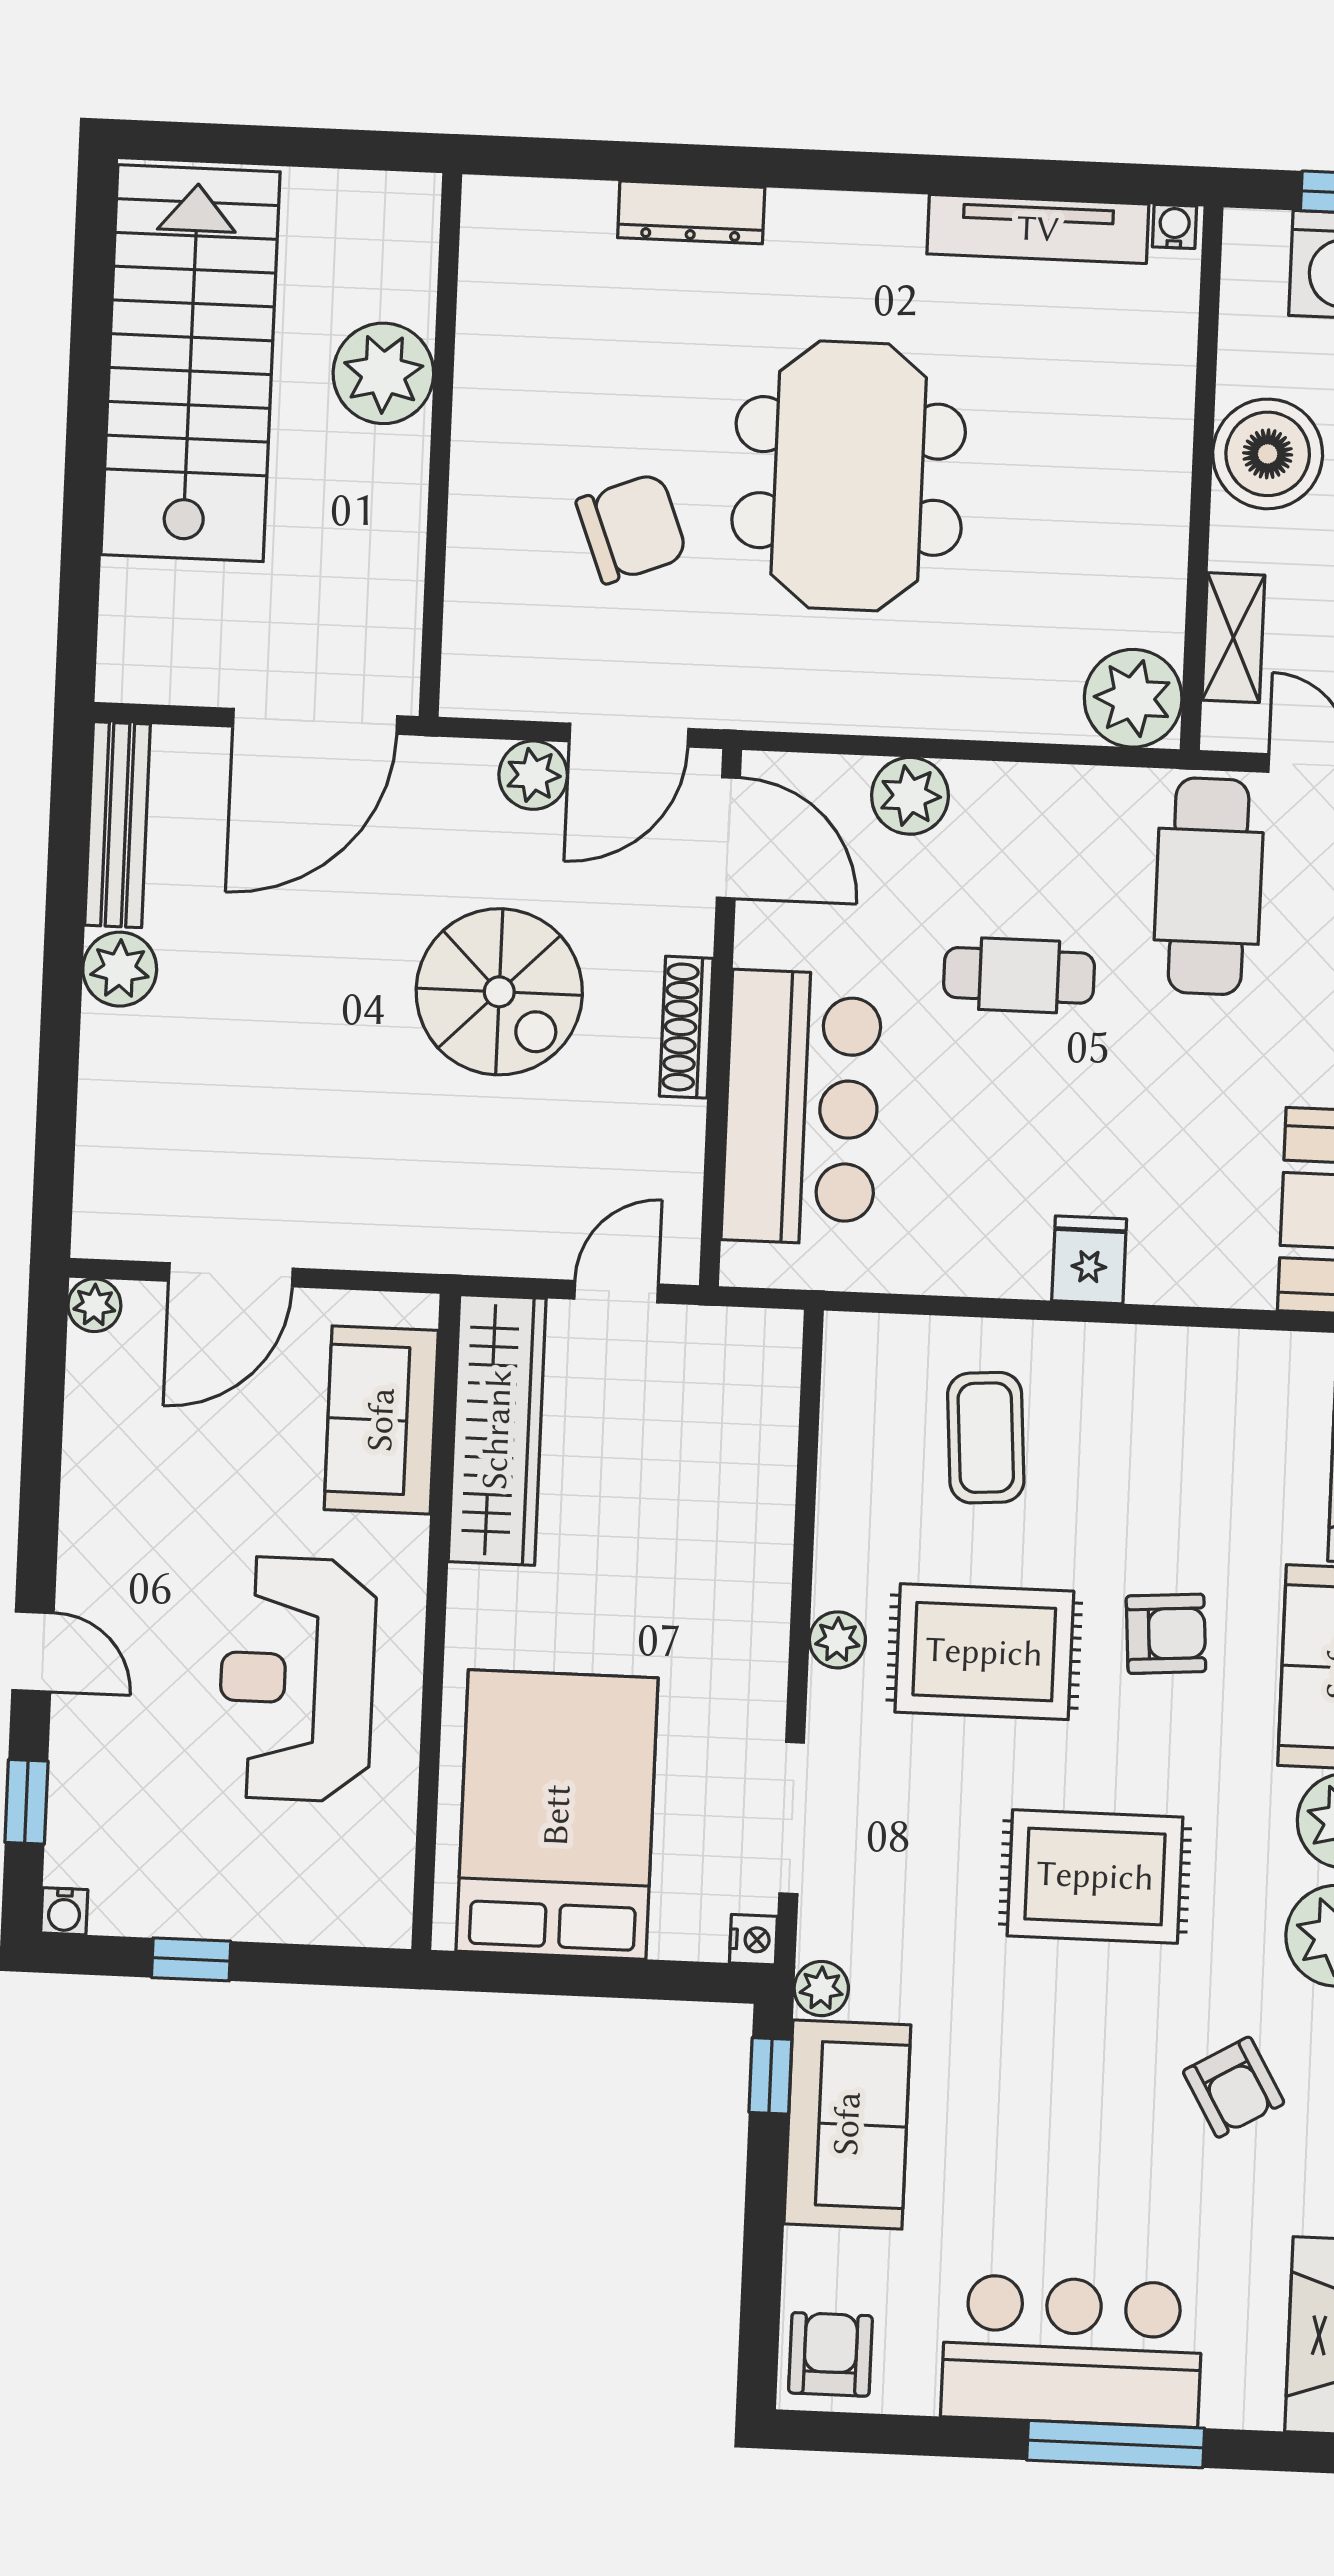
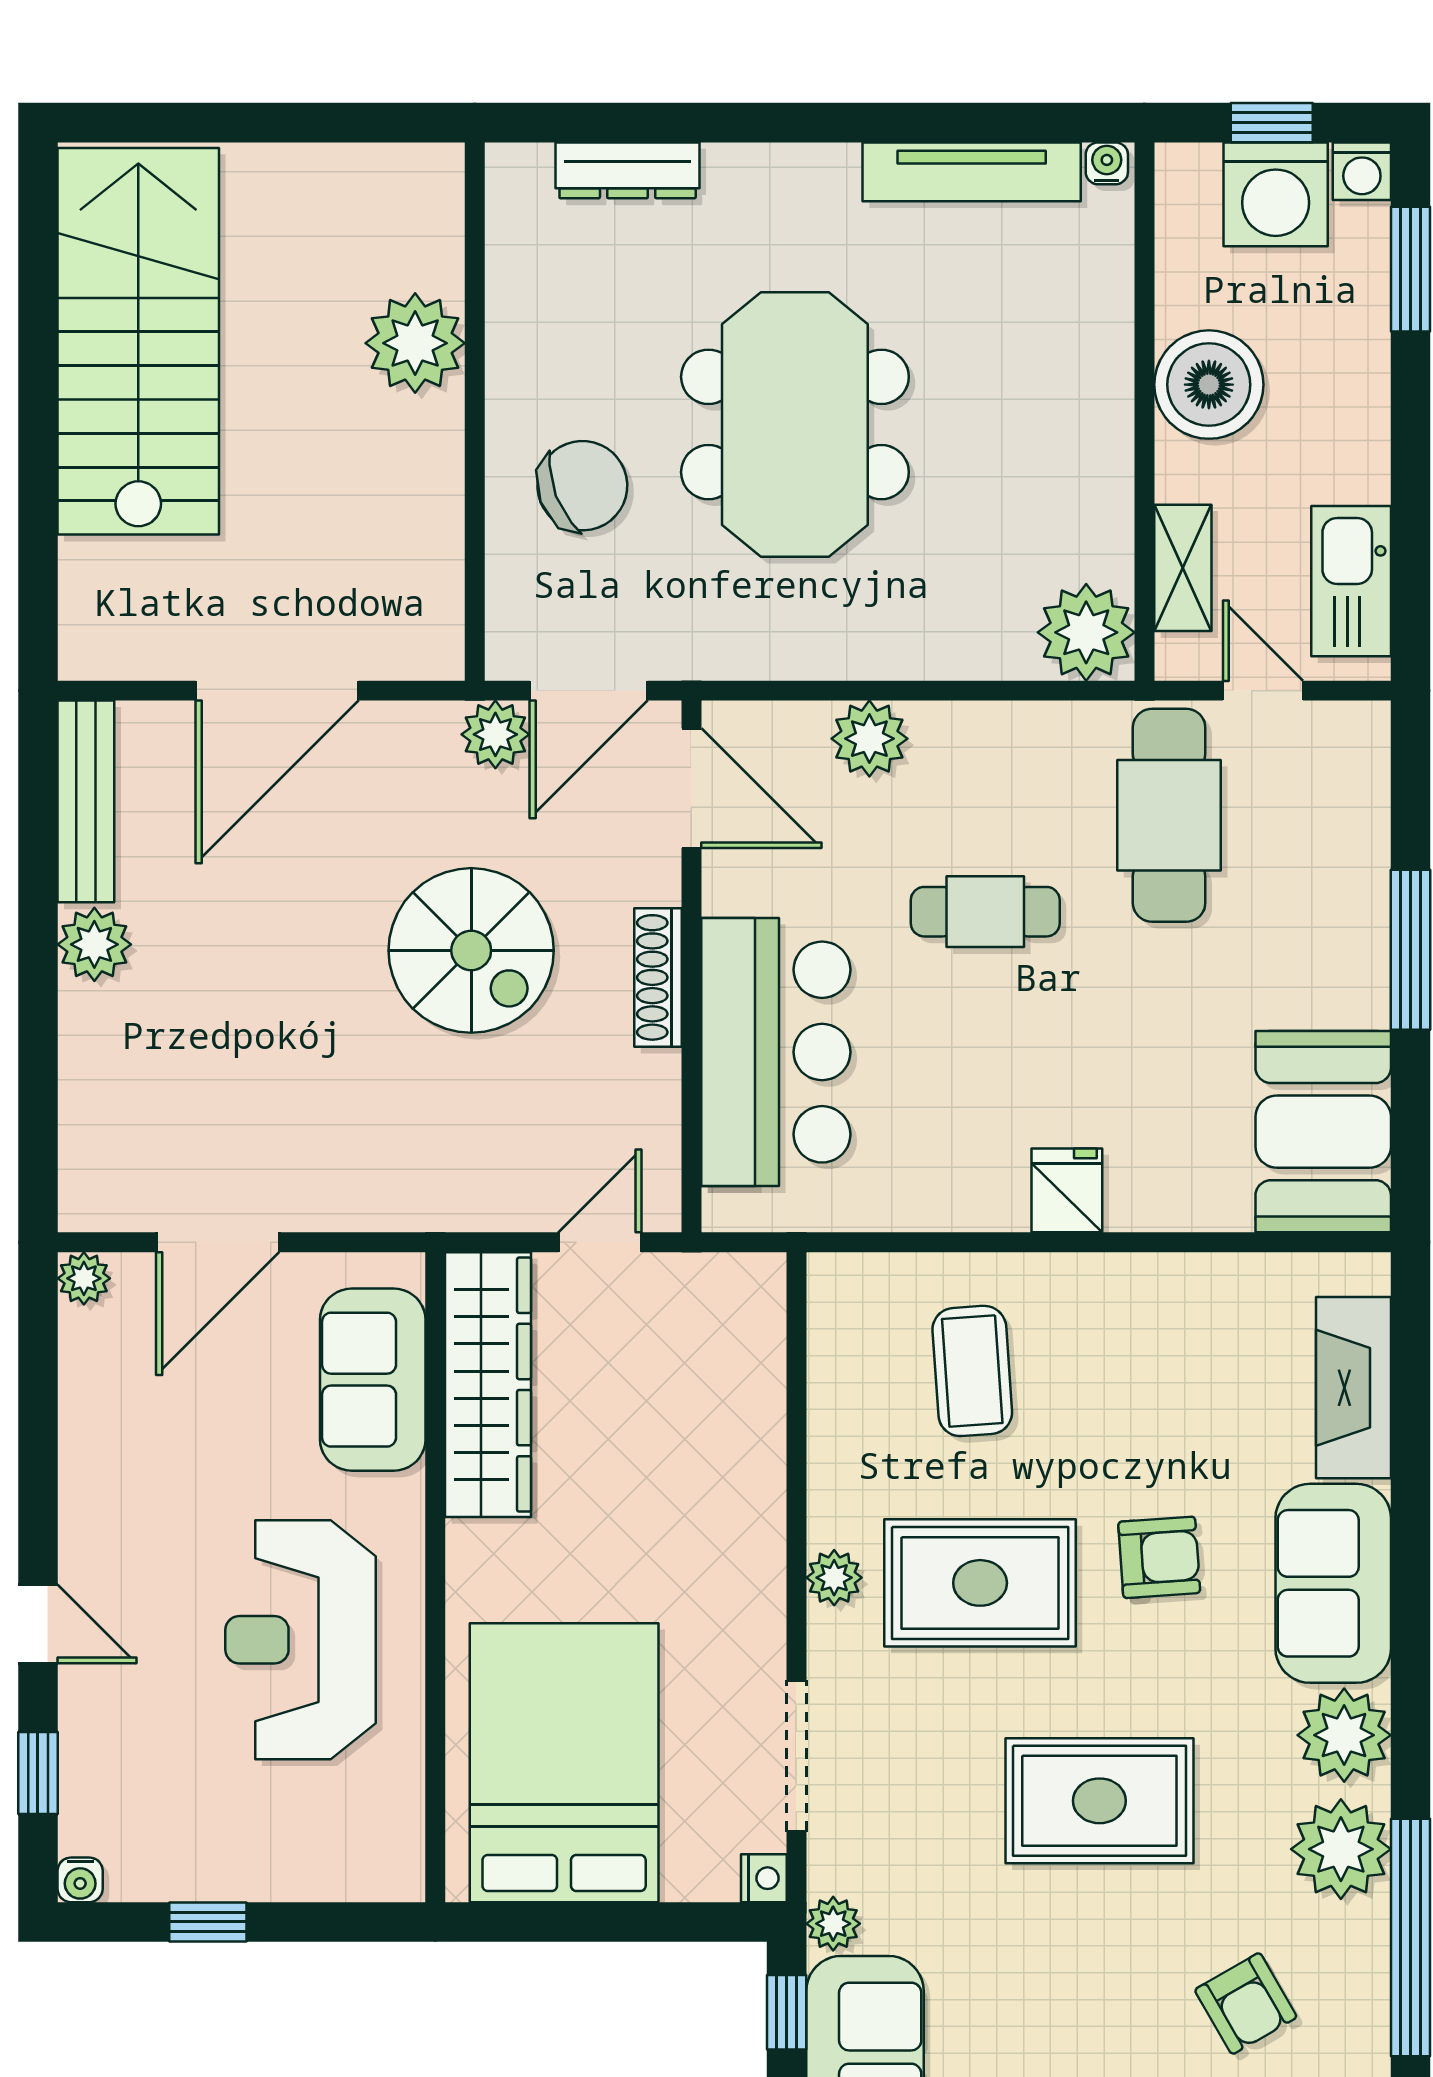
plant: (383, 373) -> (415, 343), moved
wall: (440, 445) -> (475, 412), moved

